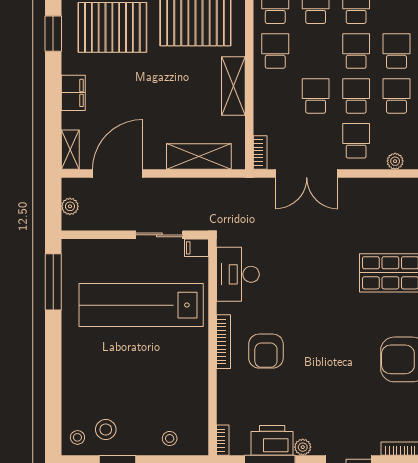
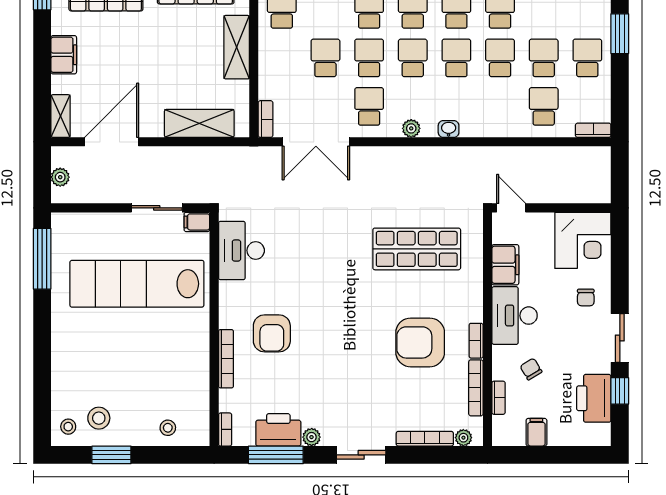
bookcase: (224, 342) -> (226, 359), moved

